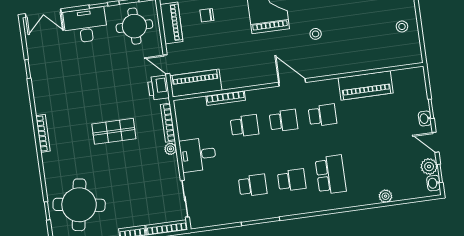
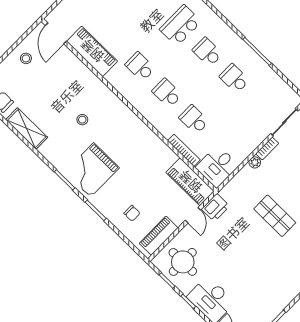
door: (292, 82) -> (56, 33), moved
bookcase: (168, 123) -> (267, 148), moved, width x0.64
desk: (198, 155) -> (217, 166), moved, turned 90

